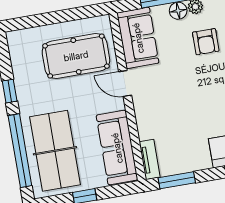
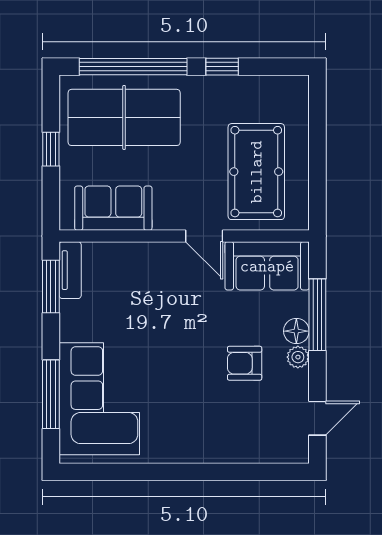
door: (125, 83) -> (204, 236), swing flipped
sofa: (117, 148) -> (113, 208), width x0.73
tv unit: (150, 159) -> (70, 270), moved, turned -90

